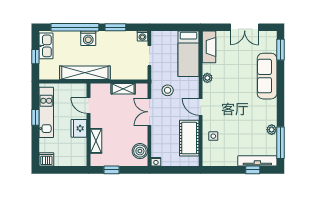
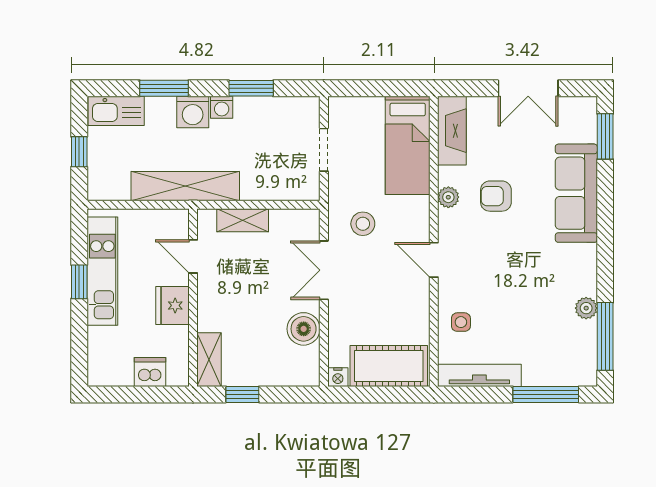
window: (75, 27) -> (164, 88), width x0.47
washing machine: (142, 36) -> (222, 107), moved
kitchen sink: (46, 46) -> (116, 111), moved, turned 90
armchair: (230, 77) -> (496, 196), added
shelving: (123, 89) -> (243, 220), moved
cot: (189, 138) -> (389, 366), moved, turned 90
shelving: (96, 141) -> (209, 360), moved
boiler: (140, 151) -> (304, 329), moved
dishwasher: (46, 159) -> (150, 372), moved
tv unit: (257, 161) -> (479, 375), moved
window: (253, 170) -> (546, 394), width x2.17

